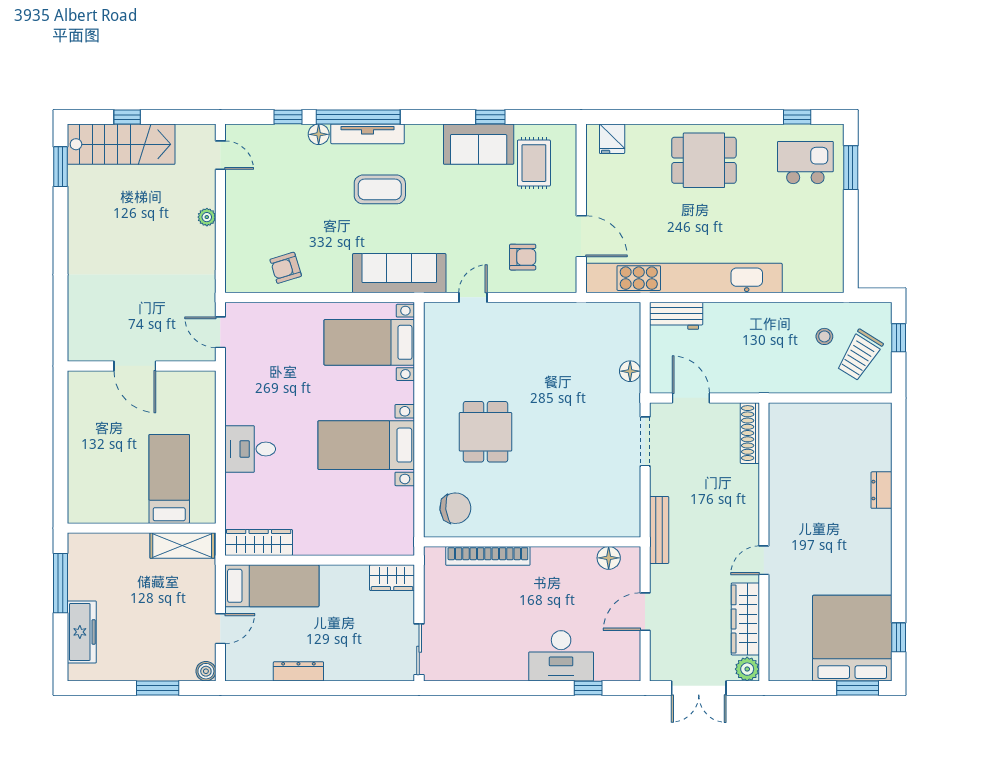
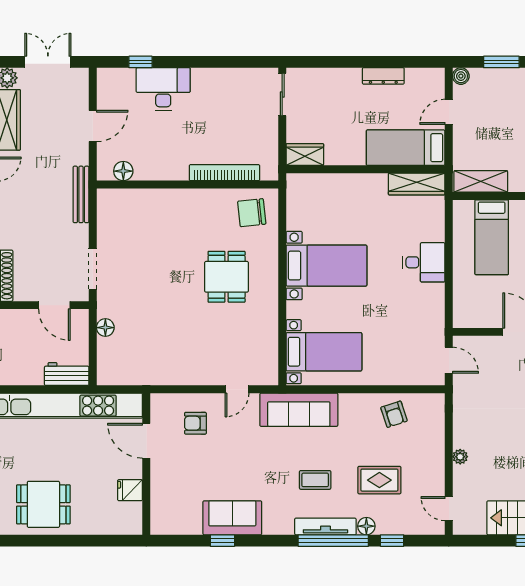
fridge: (612, 139) -> (130, 490), moved, turned -90
rug: (534, 163) -> (379, 480), moved, turned 90
coffee table: (380, 189) -> (315, 480), width x0.73, depth x0.77
armchair: (286, 268) -> (394, 414), turned 89

